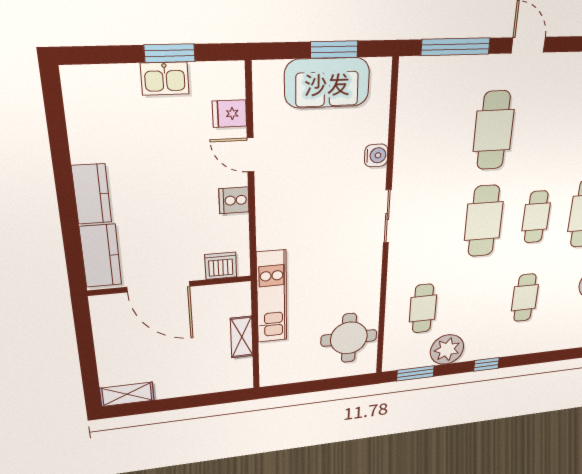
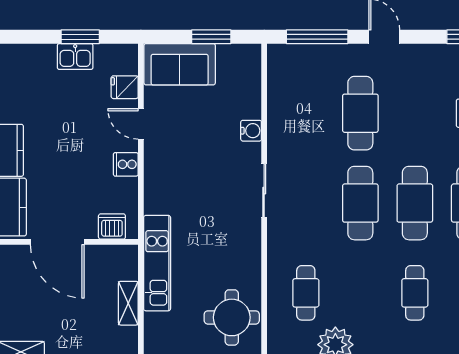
sofa: (327, 83) -> (180, 64), moved
cafe table: (536, 217) -> (415, 203), width x1.37, depth x1.35

